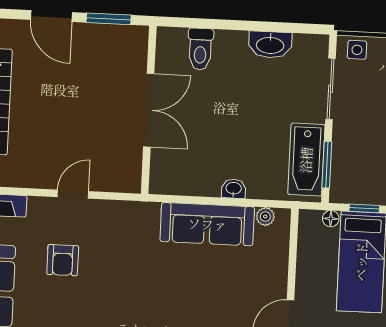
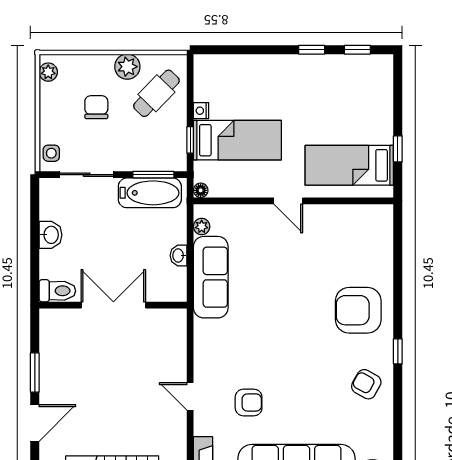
washbasin: (270, 45) -> (51, 235), width x0.72
double door: (149, 110) -> (113, 305), moved
wall: (149, 110) -> (113, 305), moved
floor lamp: (331, 219) -> (201, 190), moved

